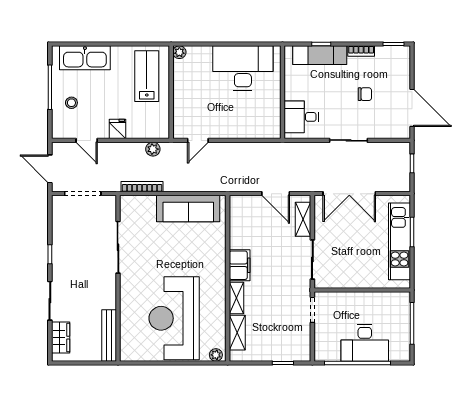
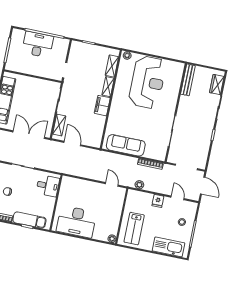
door: (198, 140) -> (112, 184), hinge flipped

